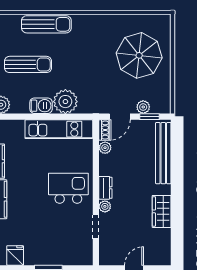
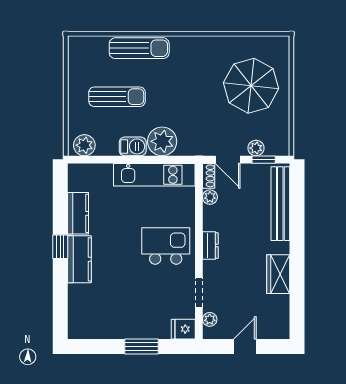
door: (120, 117) -> (228, 160), hinge flipped
plant: (105, 206) -> (210, 319), moved
fridge: (15, 255) -> (183, 329), moved, turned -90

